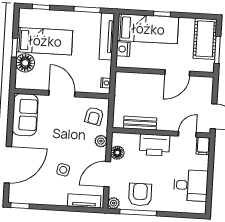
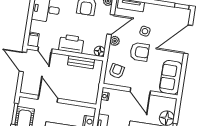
door: (177, 73) -> (48, 99), hinge flipped
door: (187, 134) -> (45, 50), hinge flipped
plant: (101, 141) -> (115, 41), moved
armchair: (68, 143) -> (139, 52), added
floor lamp: (117, 153) -> (100, 51), moved

